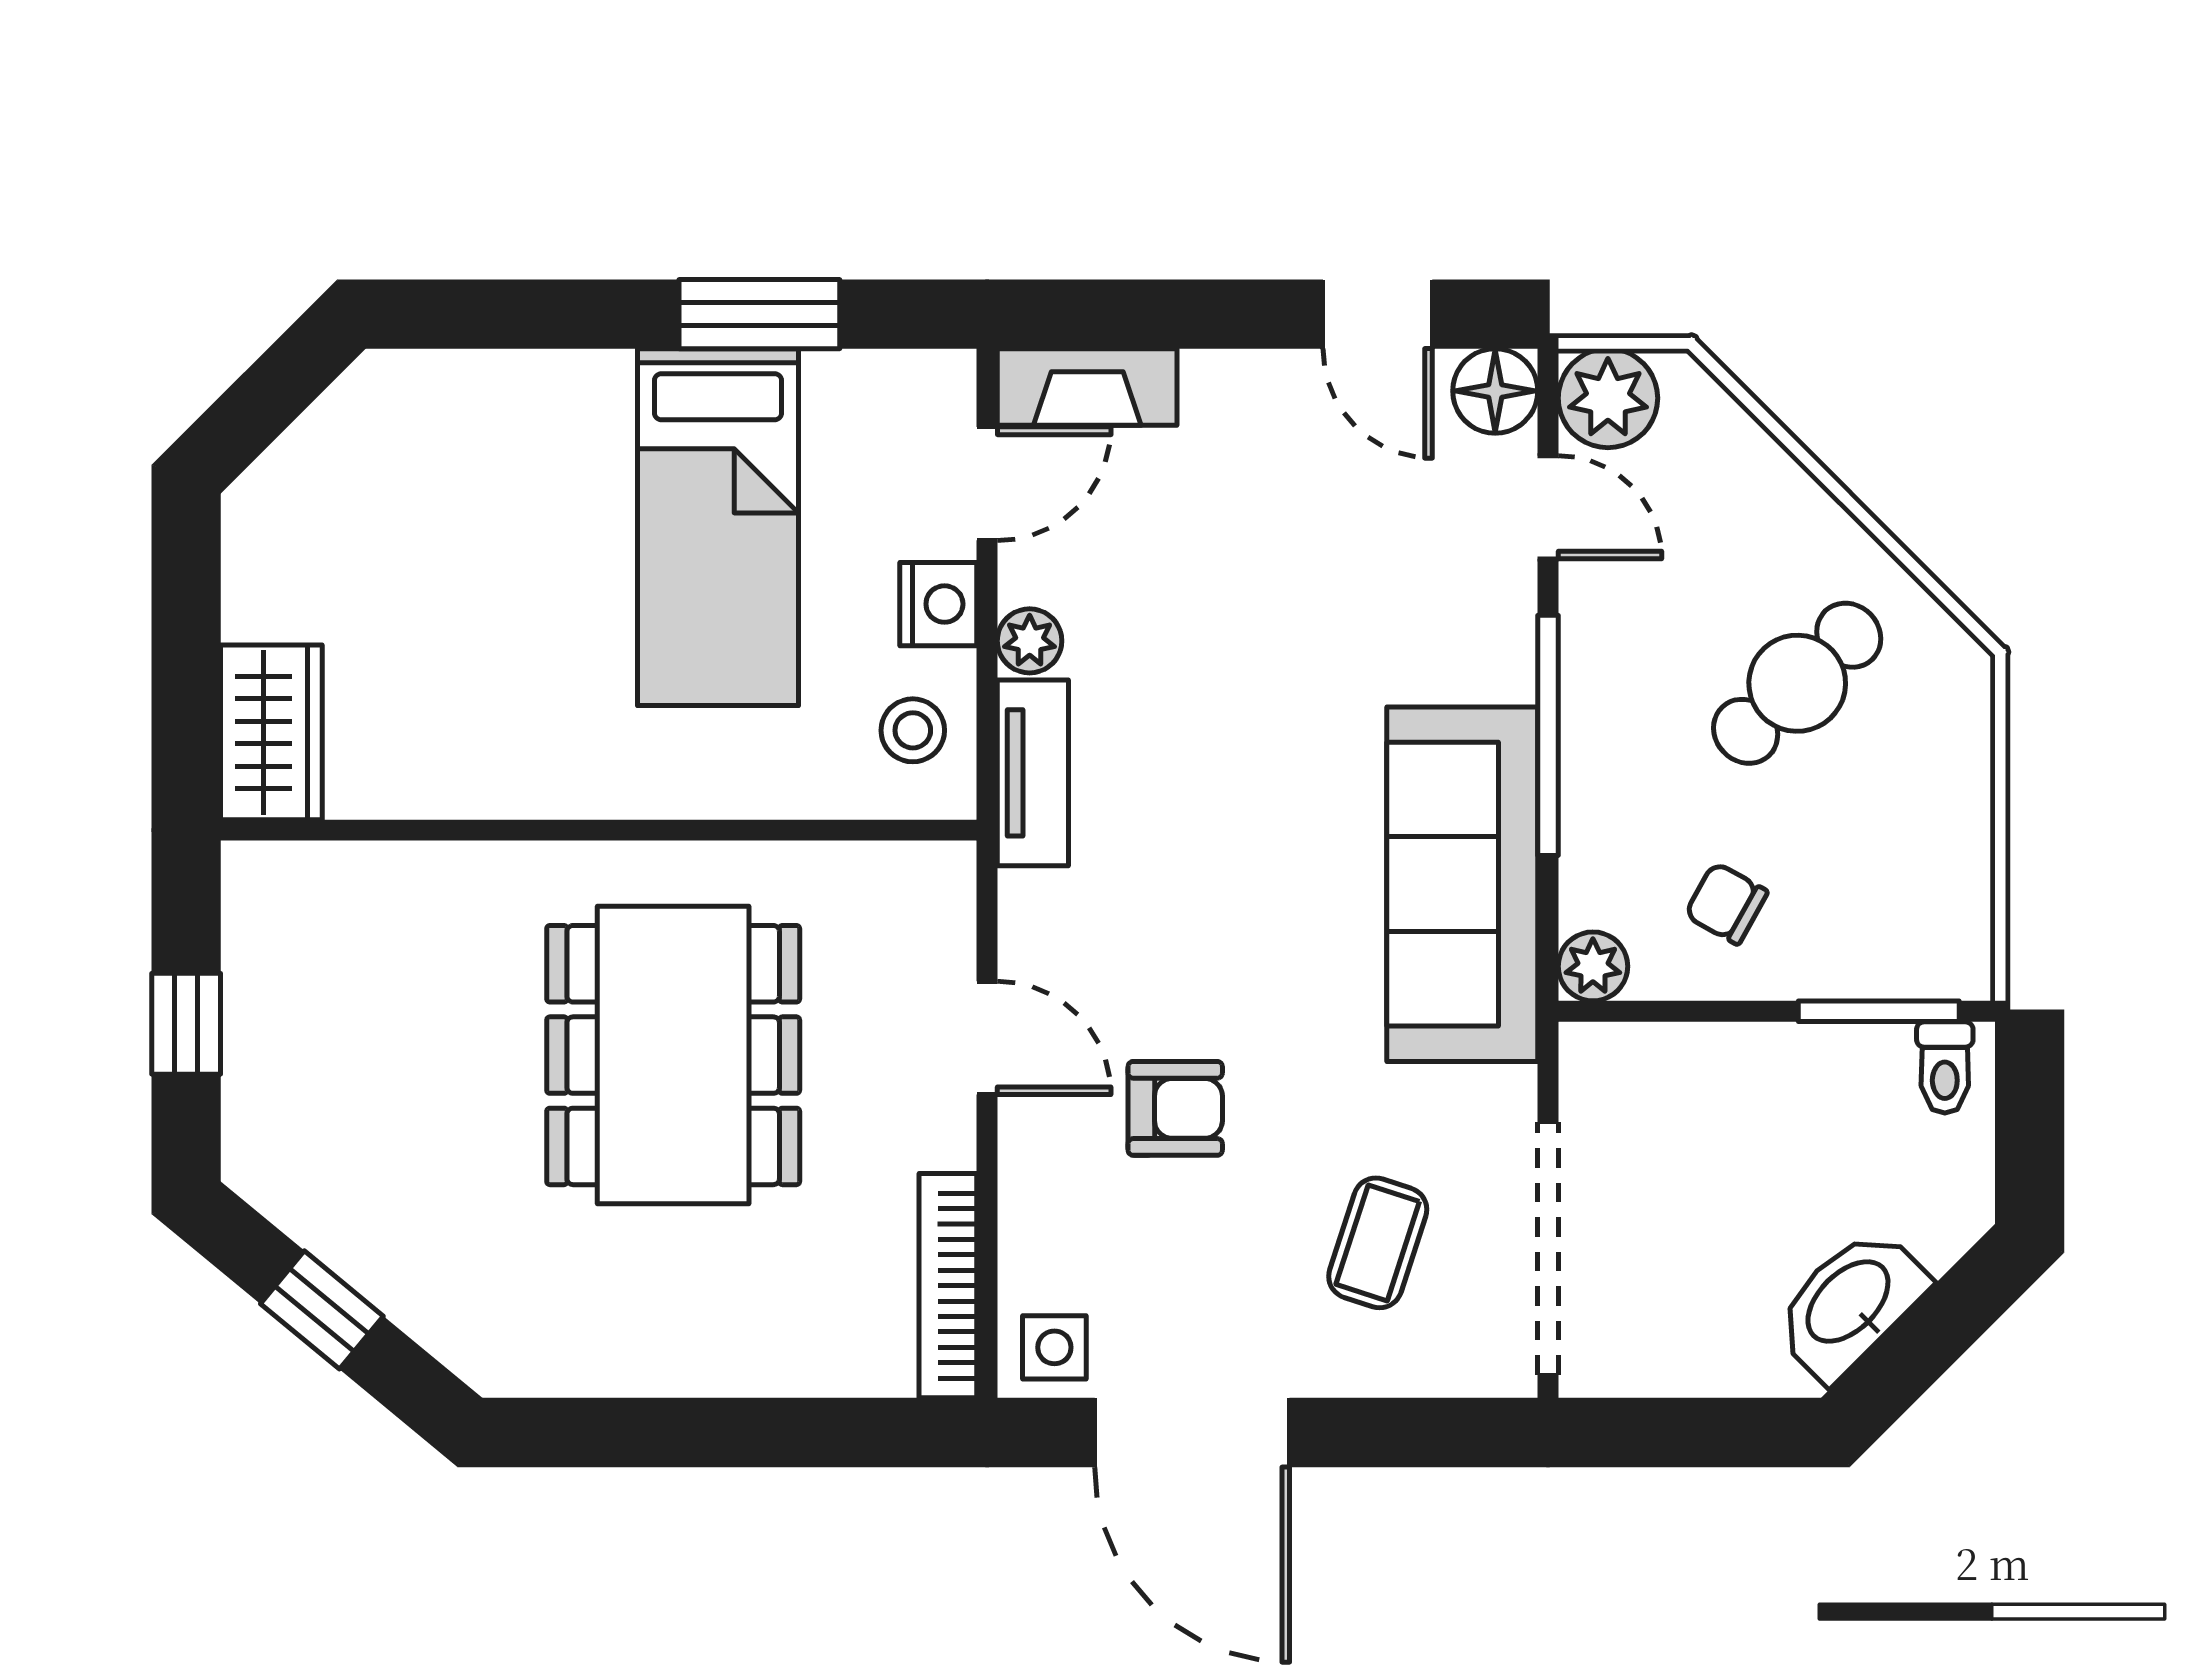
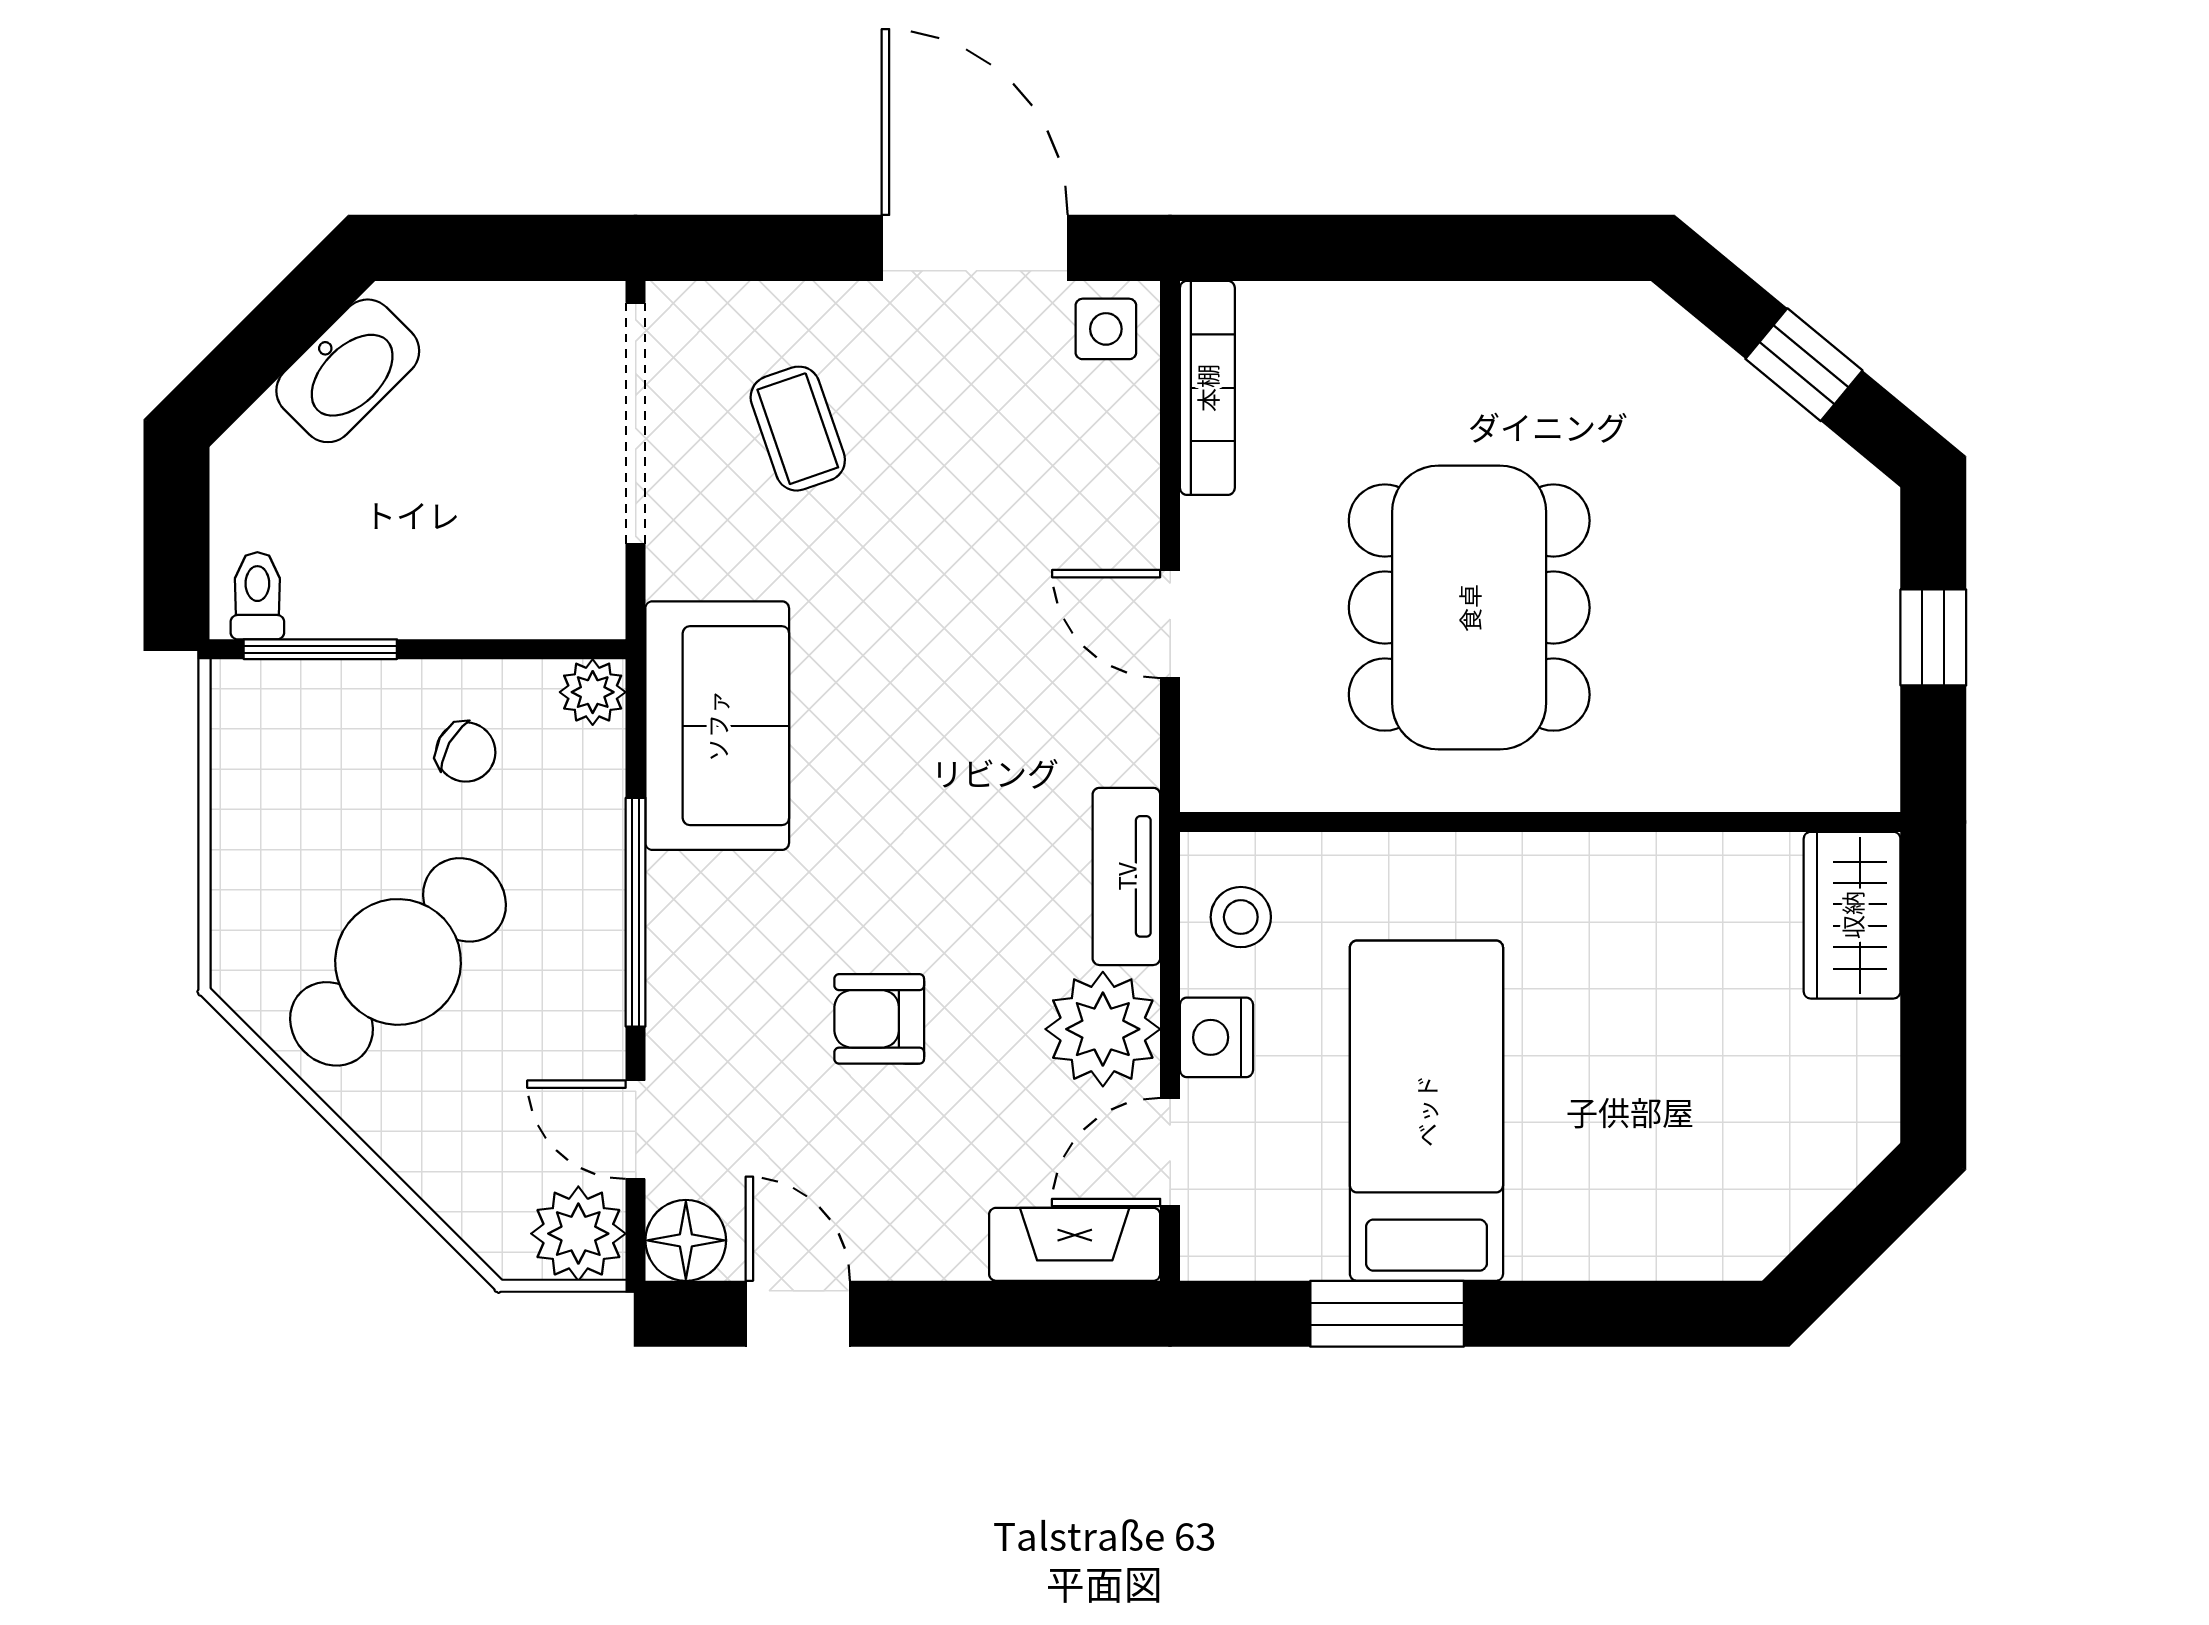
plant: (1030, 641) -> (1103, 1029), width x1.88, depth x1.88
cafe table: (1797, 683) -> (398, 962), width x1.37, depth x1.35
sofa: (1462, 884) -> (717, 726), width x0.73
armchair: (1175, 1108) -> (879, 1019), moved
coffee table: (1378, 1243) -> (798, 429), turned -37

